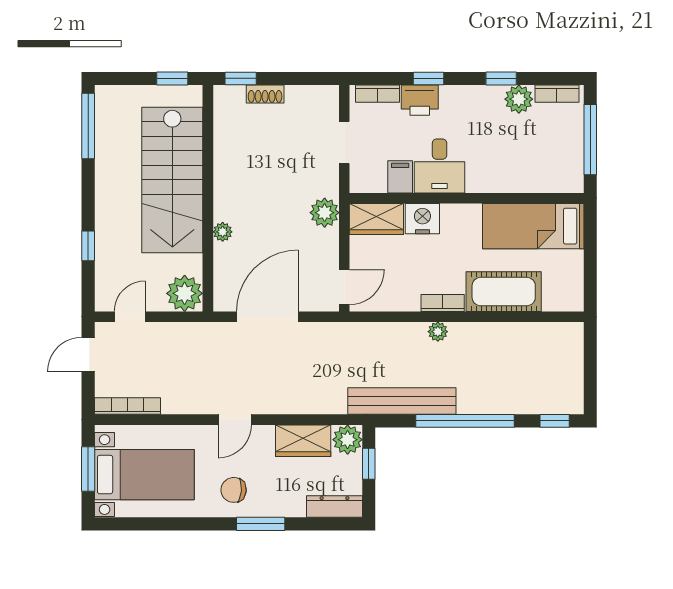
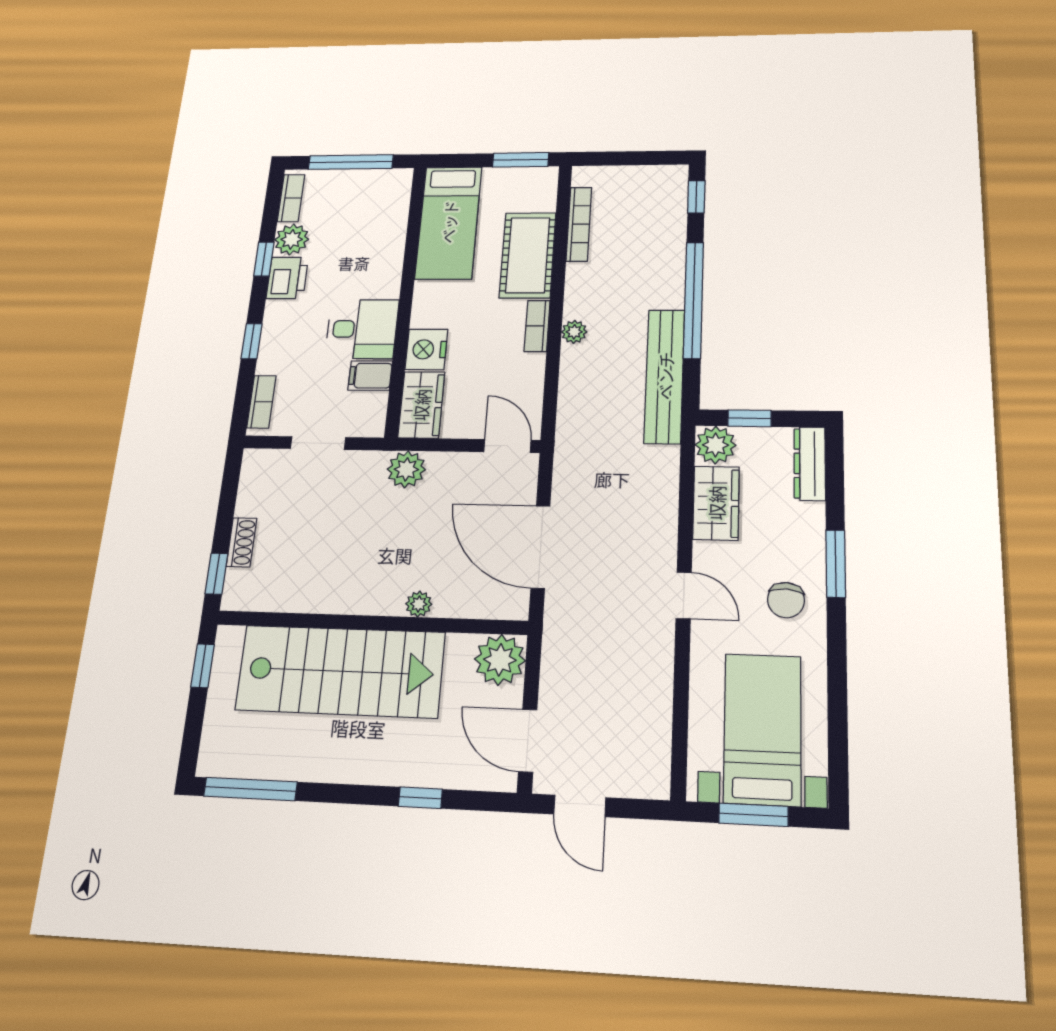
printer: (420, 100) -> (287, 278), moved
window: (590, 280) -> (521, 160), added
door: (130, 317) -> (528, 741), width x1.38
bookcase: (127, 406) -> (579, 224), moved, turned 180

